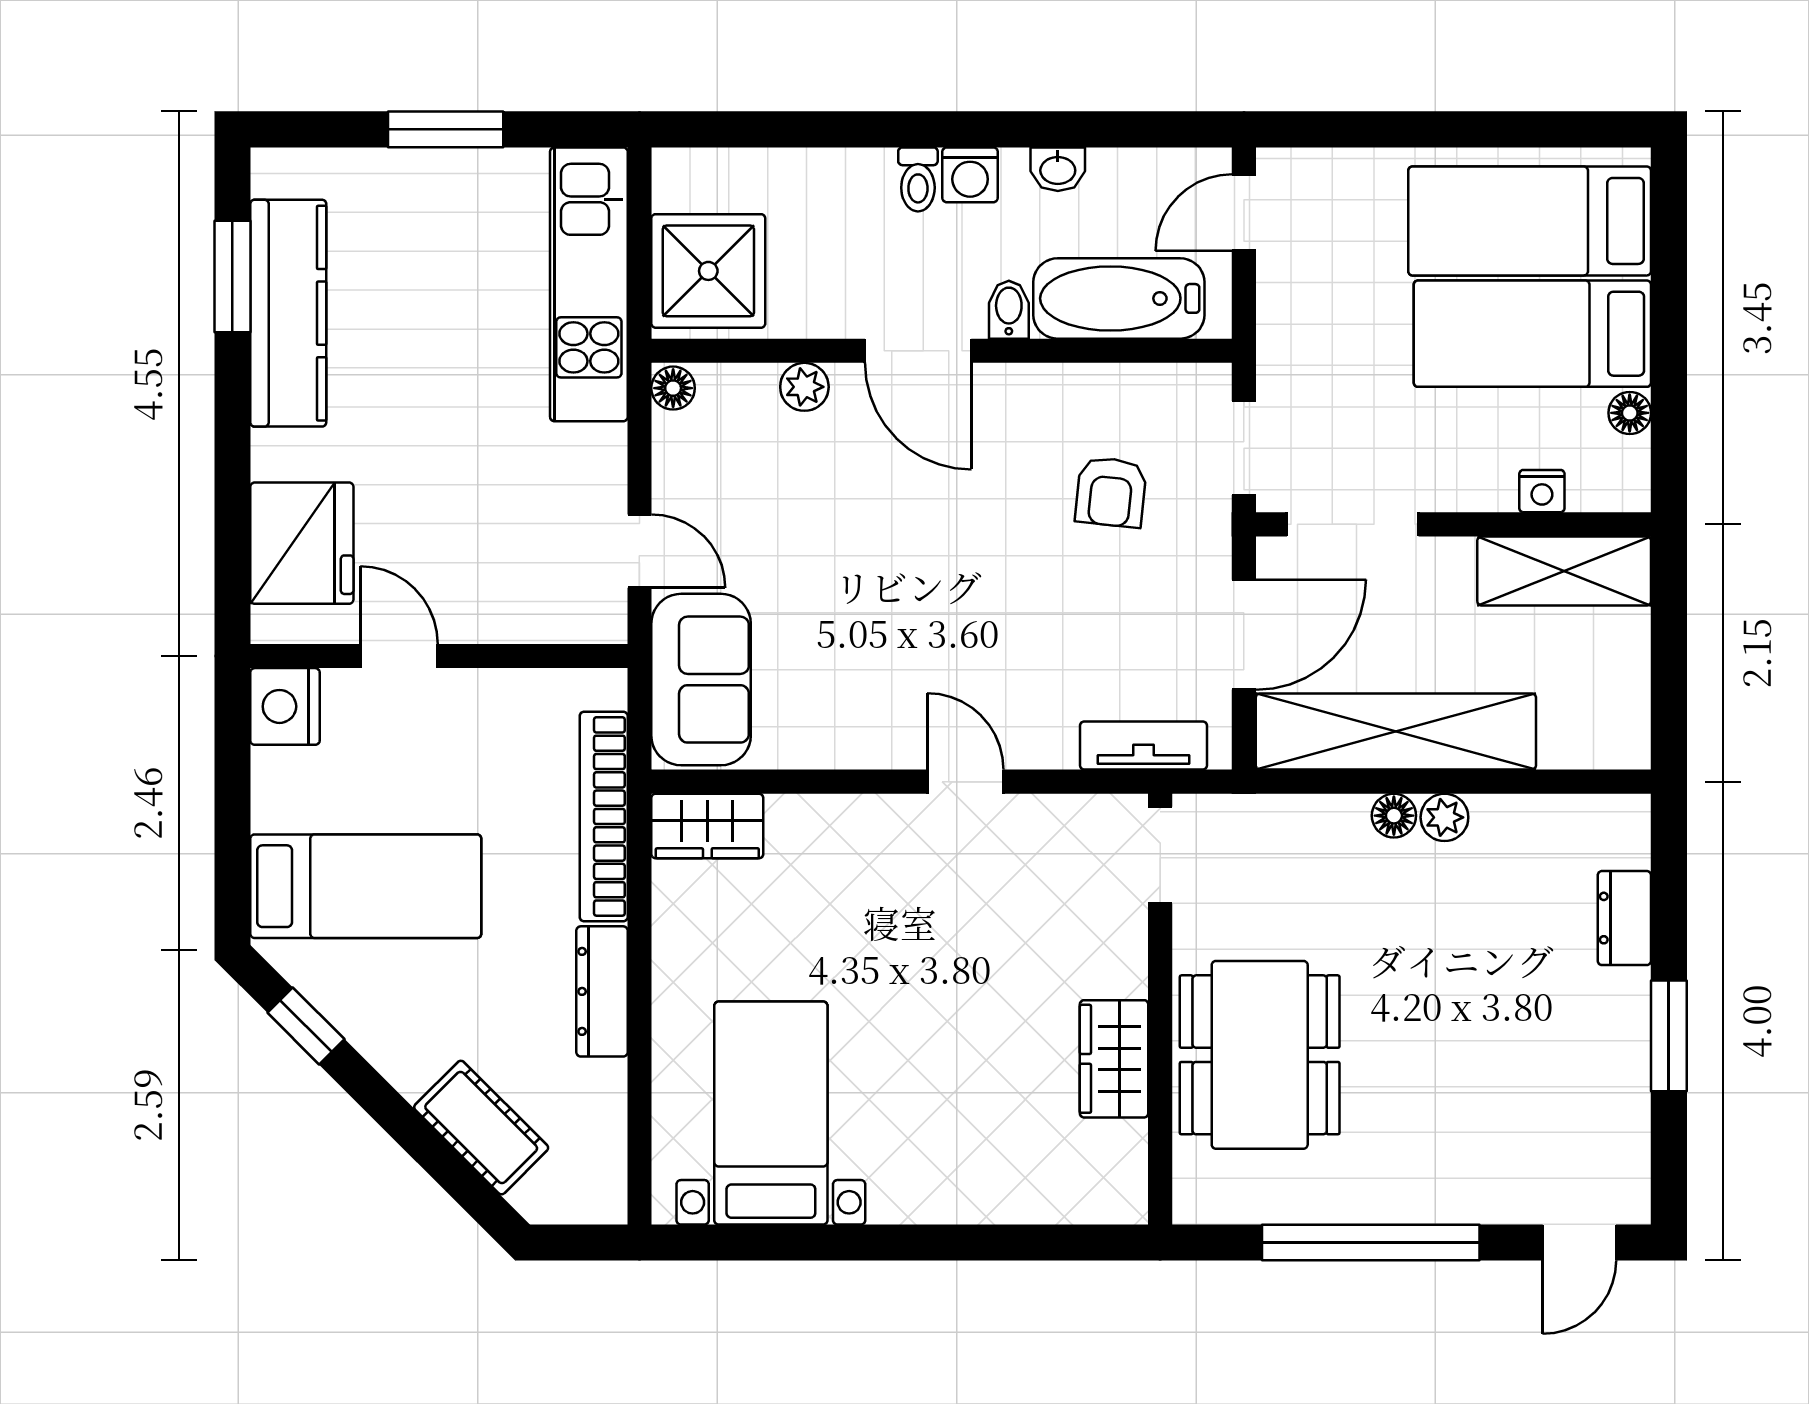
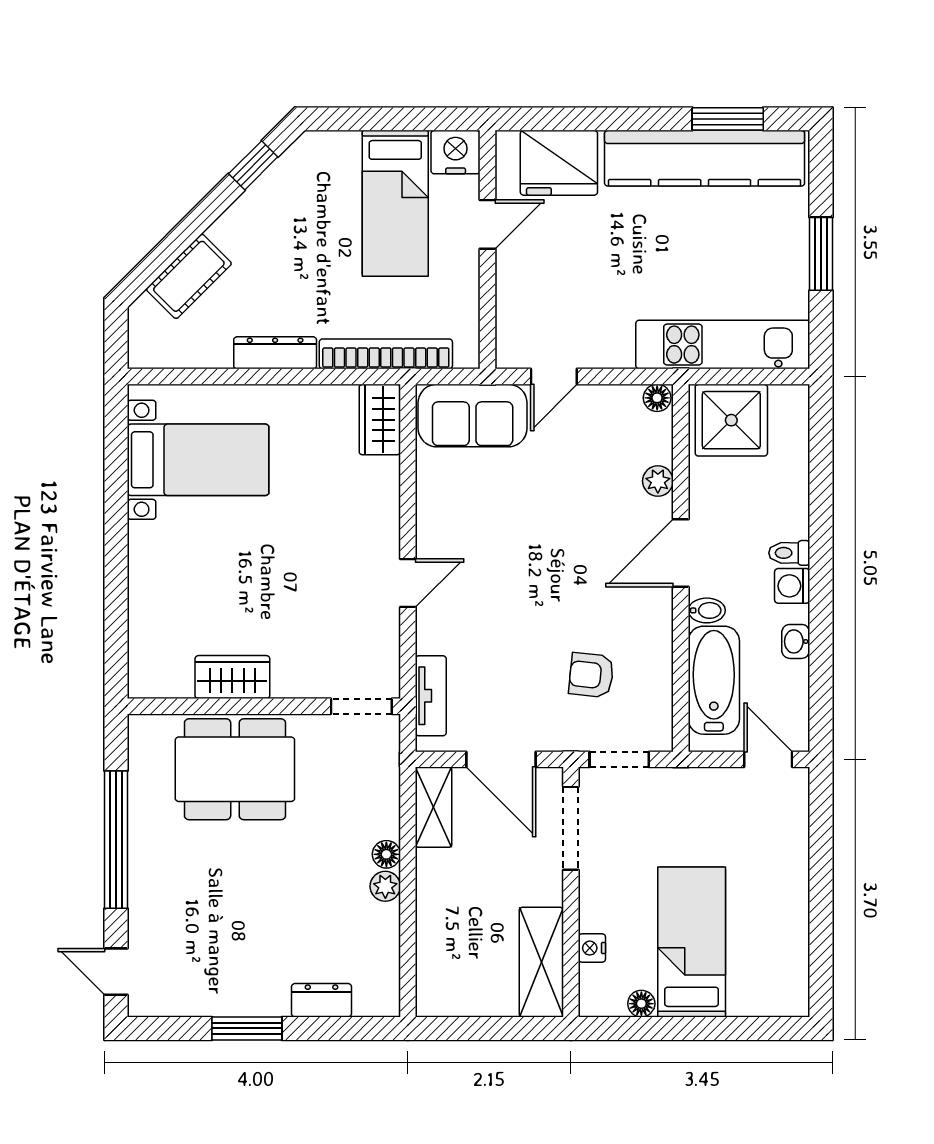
bed: (1530, 221) -> (763, 940), removed
kitchen counter: (288, 313) -> (705, 158), width x1.39, depth x1.17
shelving: (1396, 732) -> (434, 807), width x0.45, depth x0.75
bed: (366, 886) -> (395, 203), moved

